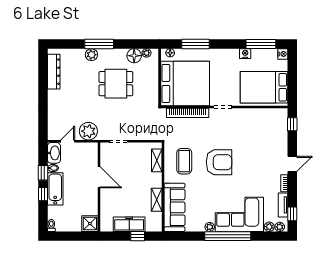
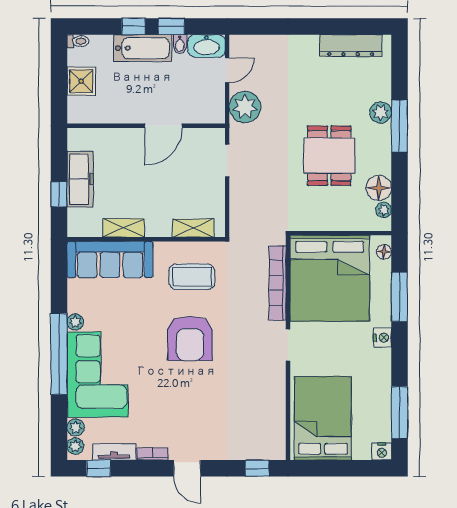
nightstand: (245, 54) -> (383, 338), moved
door: (68, 141) -> (227, 70), hinge flipped
shower: (90, 224) -> (81, 81), moved

